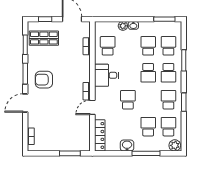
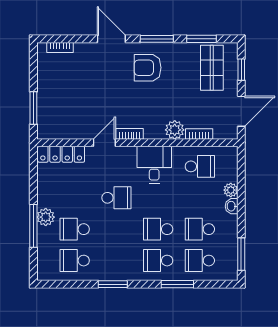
school desk: (148, 46) -> (200, 229), turned 180
school desk: (168, 46) -> (200, 261), turned 180
plant: (84, 62) -> (175, 130), added
armchair: (44, 80) -> (148, 68), turned -90
school desk: (168, 100) -> (116, 261), removed
door: (92, 107) -> (104, 143), hinge flipped
school desk: (148, 127) -> (75, 229), turned 180
school desk: (168, 127) -> (75, 261), turned 180
plant: (175, 145) -> (46, 217), moved
washbasin: (127, 146) -> (46, 196), removed

